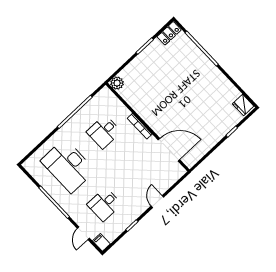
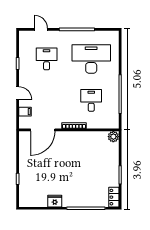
fridge: (243, 105) -> (55, 201), moved
filing cabinet: (101, 242) -> (25, 112), moved

